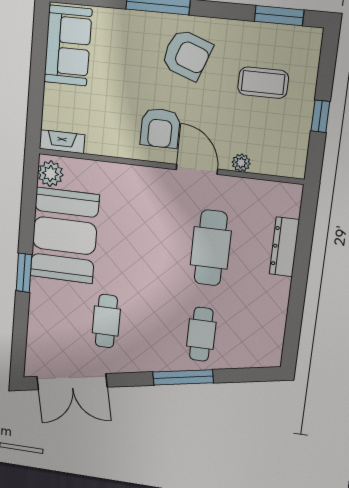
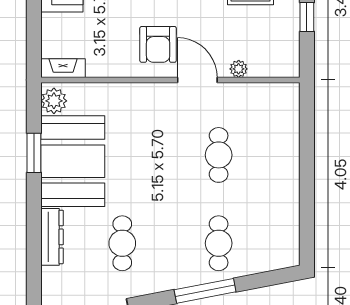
dresser: (284, 247) -> (52, 237), moved, turned 180
cafe table: (211, 248) -> (219, 155), width x0.73, depth x0.74
window: (24, 273) -> (34, 153), moved

